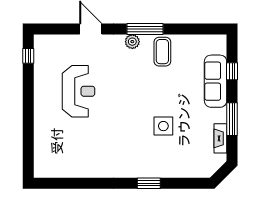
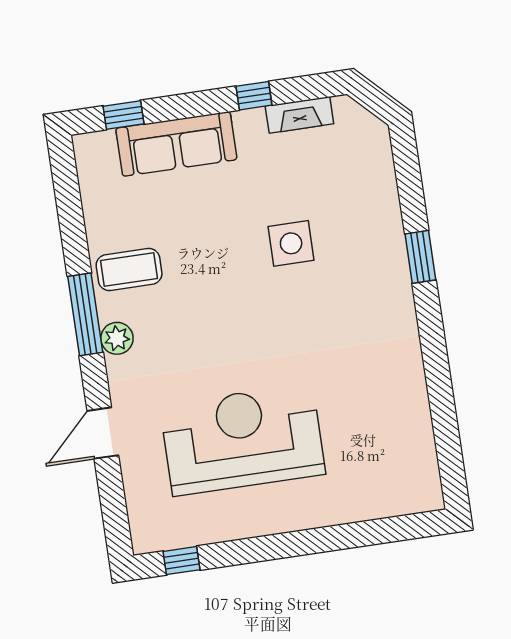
window: (232, 71) -> (123, 115), moved
reception desk: (78, 91) -> (242, 440), width x1.36, depth x1.30
window: (232, 119) -> (254, 96), width x0.46

